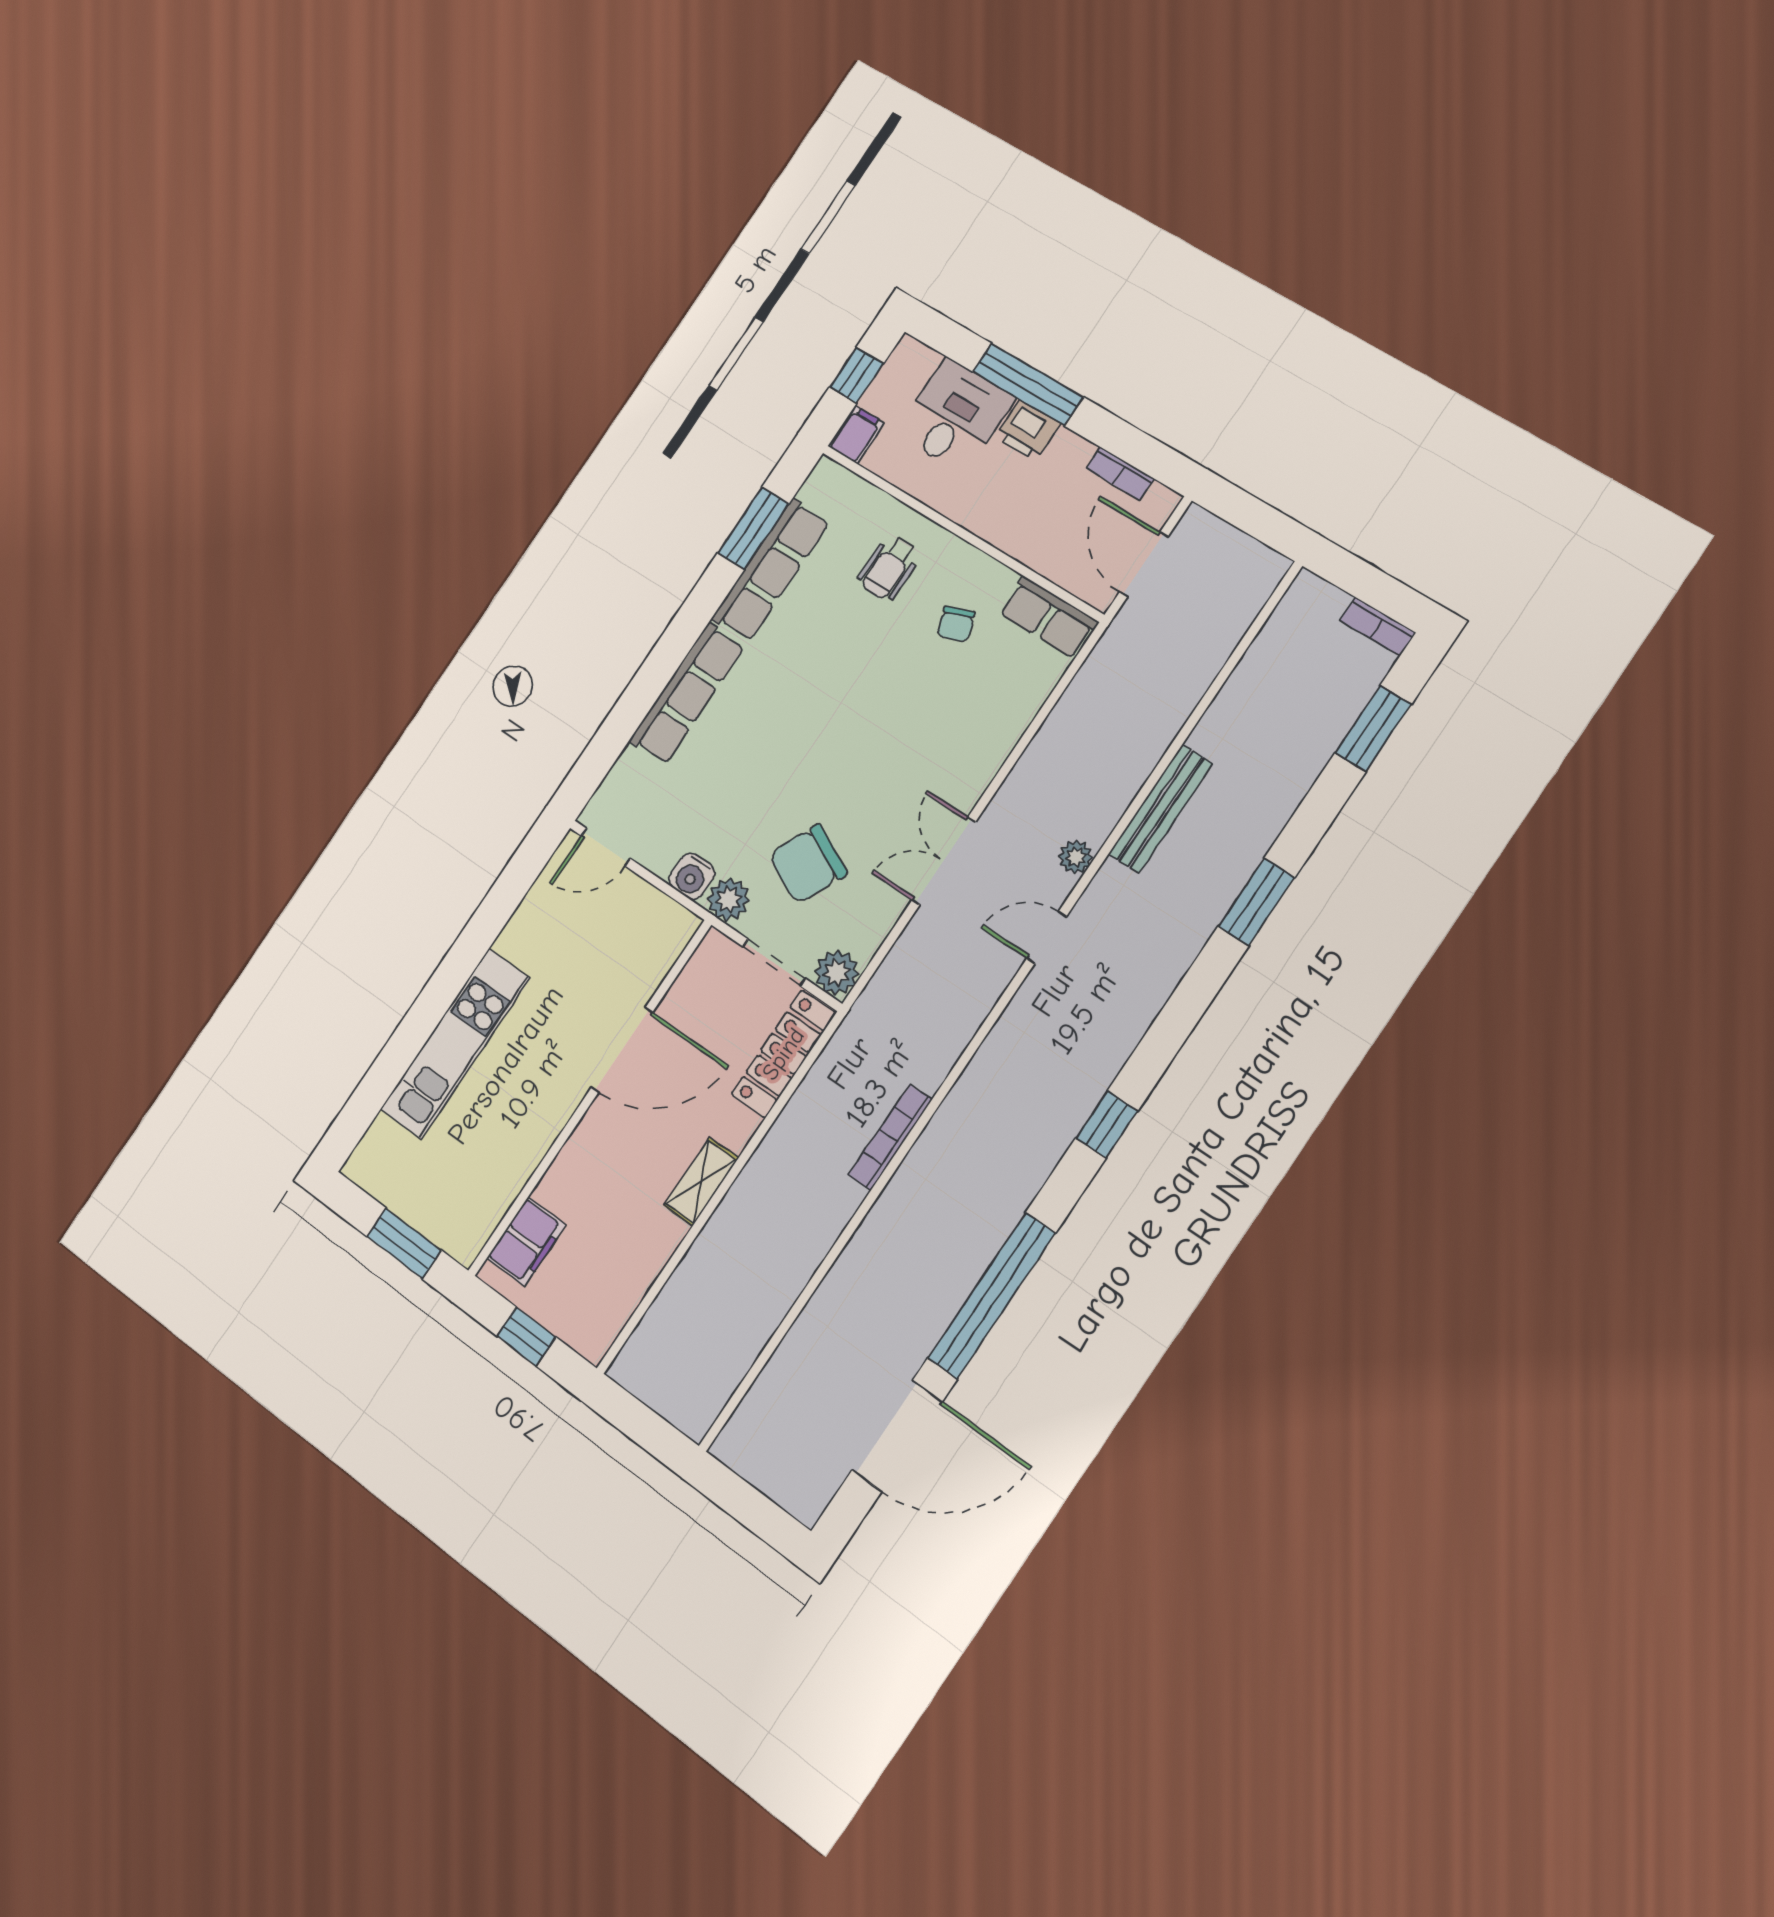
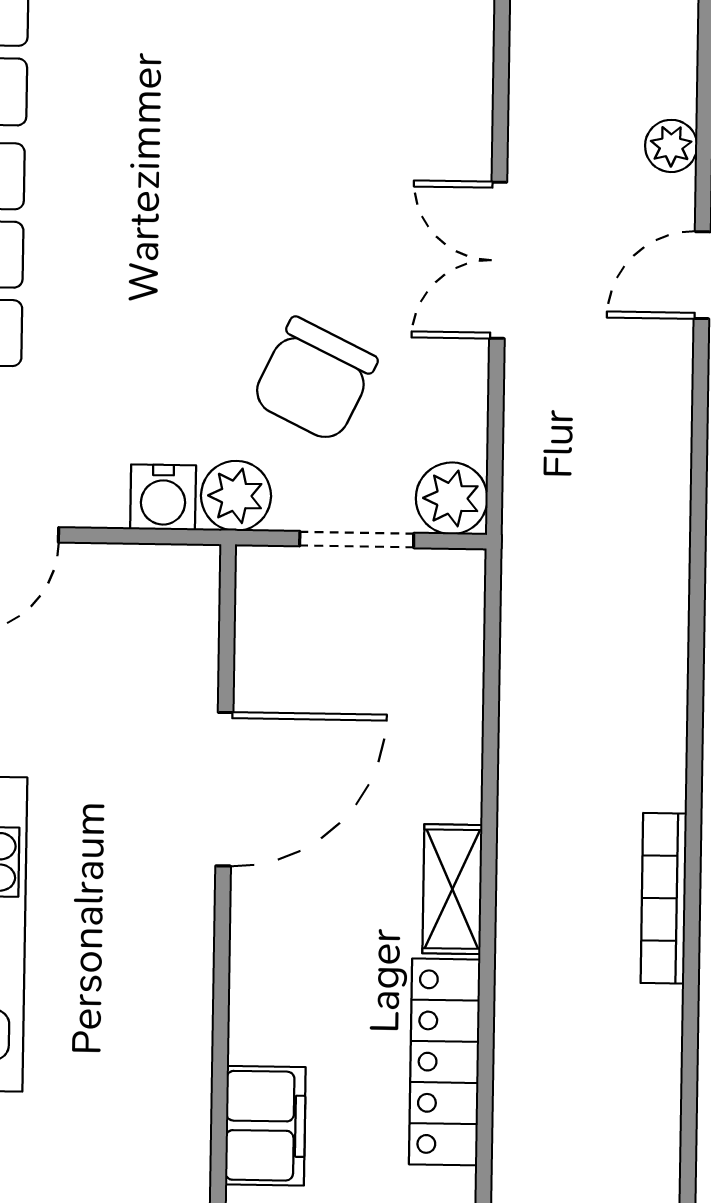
locker: (783, 1054) -> (445, 1062), moved
bookcase: (890, 1137) -> (664, 898), moved

